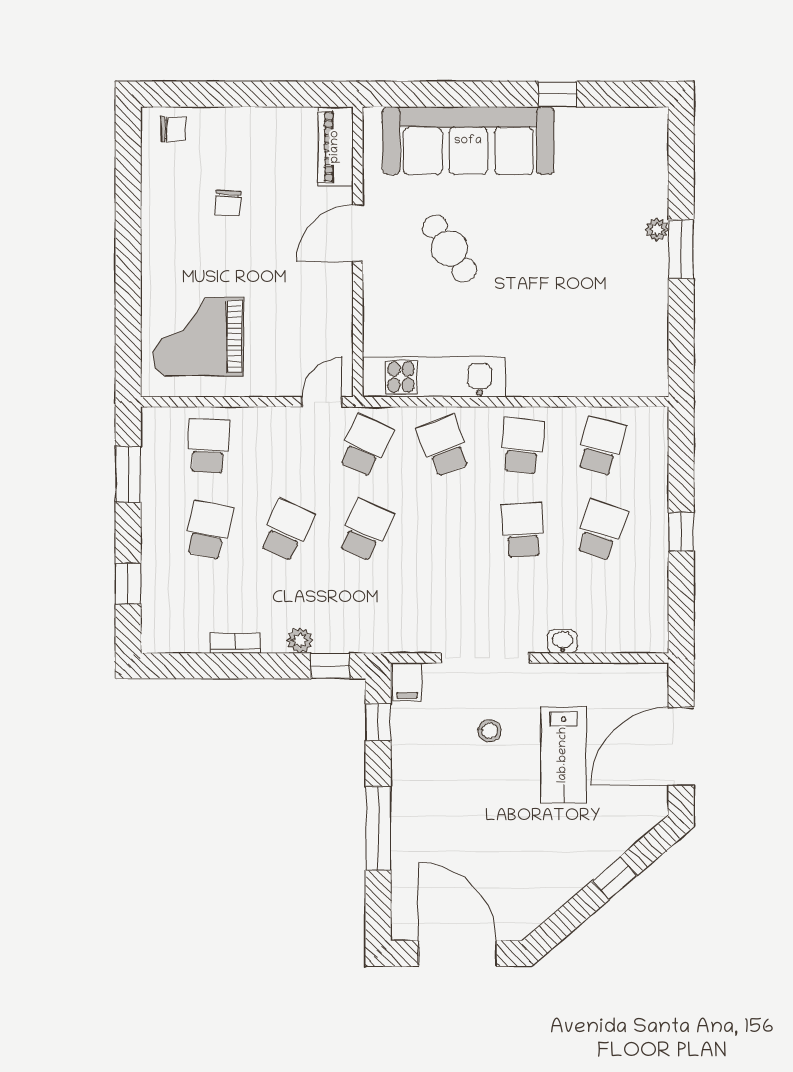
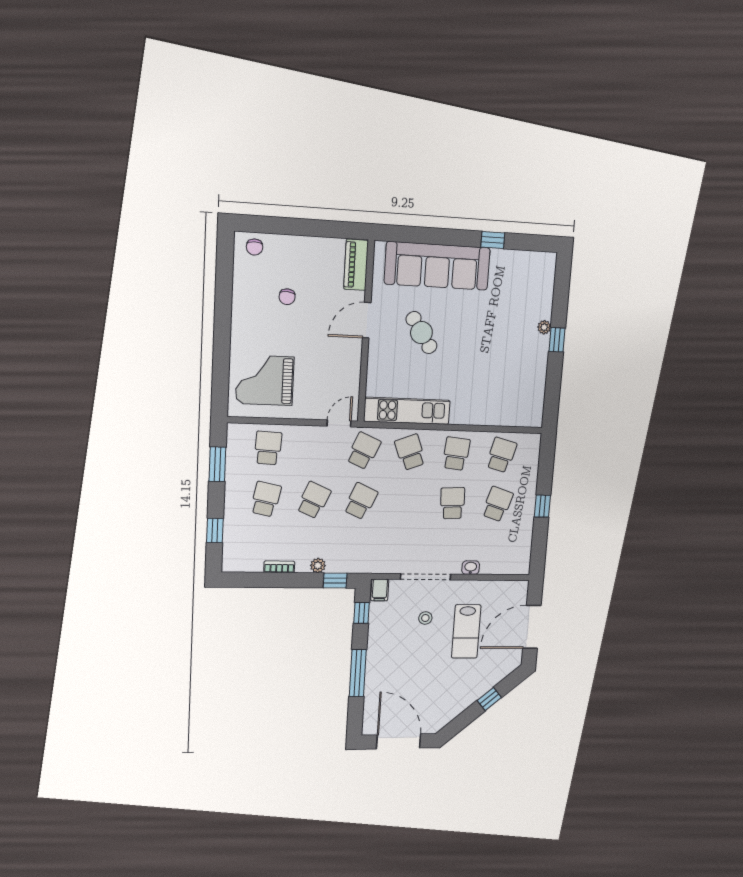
chair: (173, 129) -> (255, 247), turned 90
window: (681, 249) -> (557, 340), width x0.67

